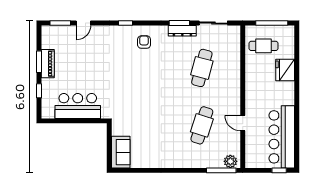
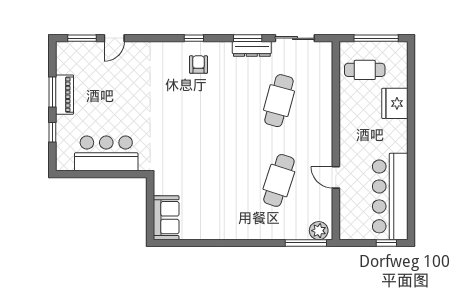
window: (125, 23) -> (194, 38), moved

